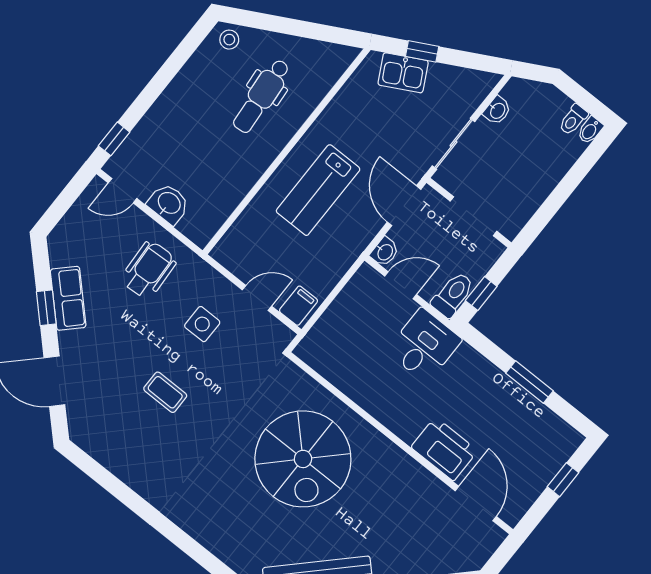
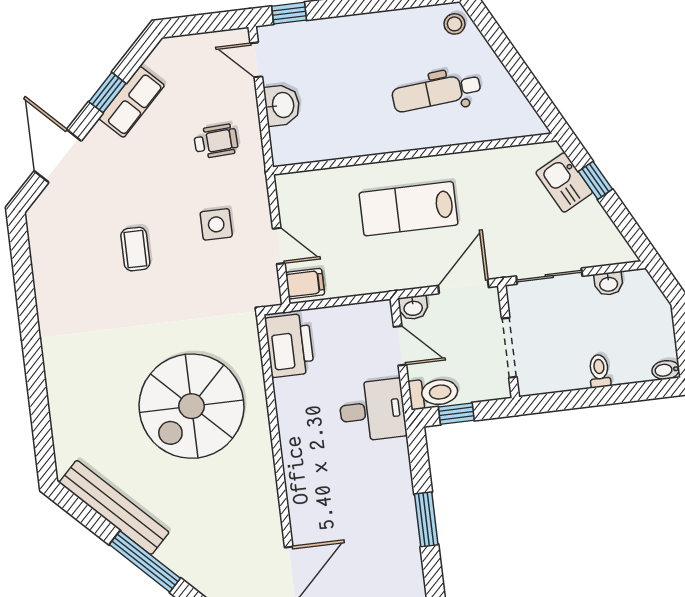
toilet: (573, 120) -> (599, 371), moved, turned 90
wheelchair: (149, 270) -> (216, 141), width x0.73, depth x0.73
printer: (444, 449) -> (290, 345), moved

